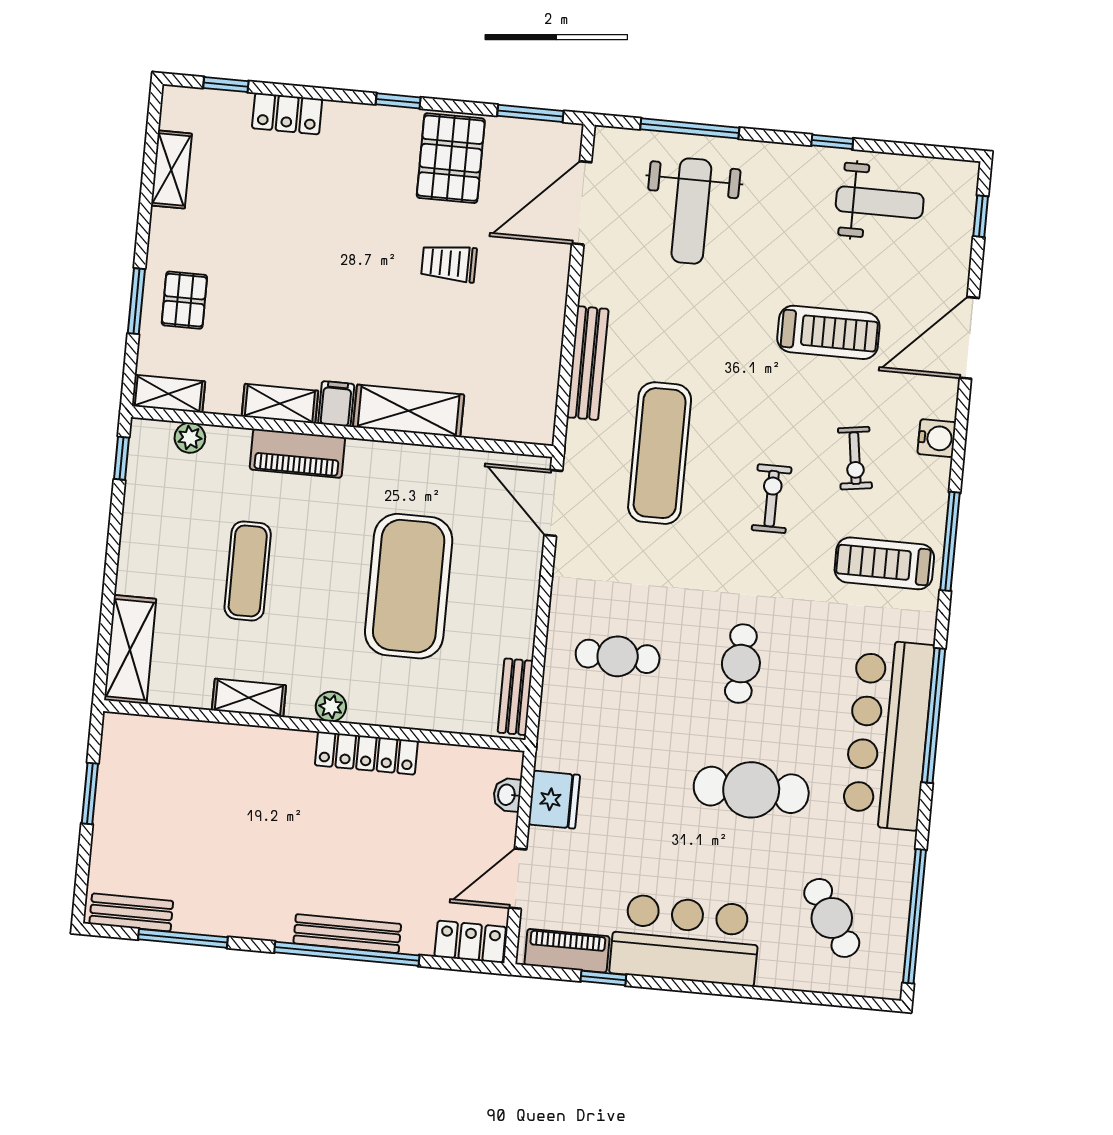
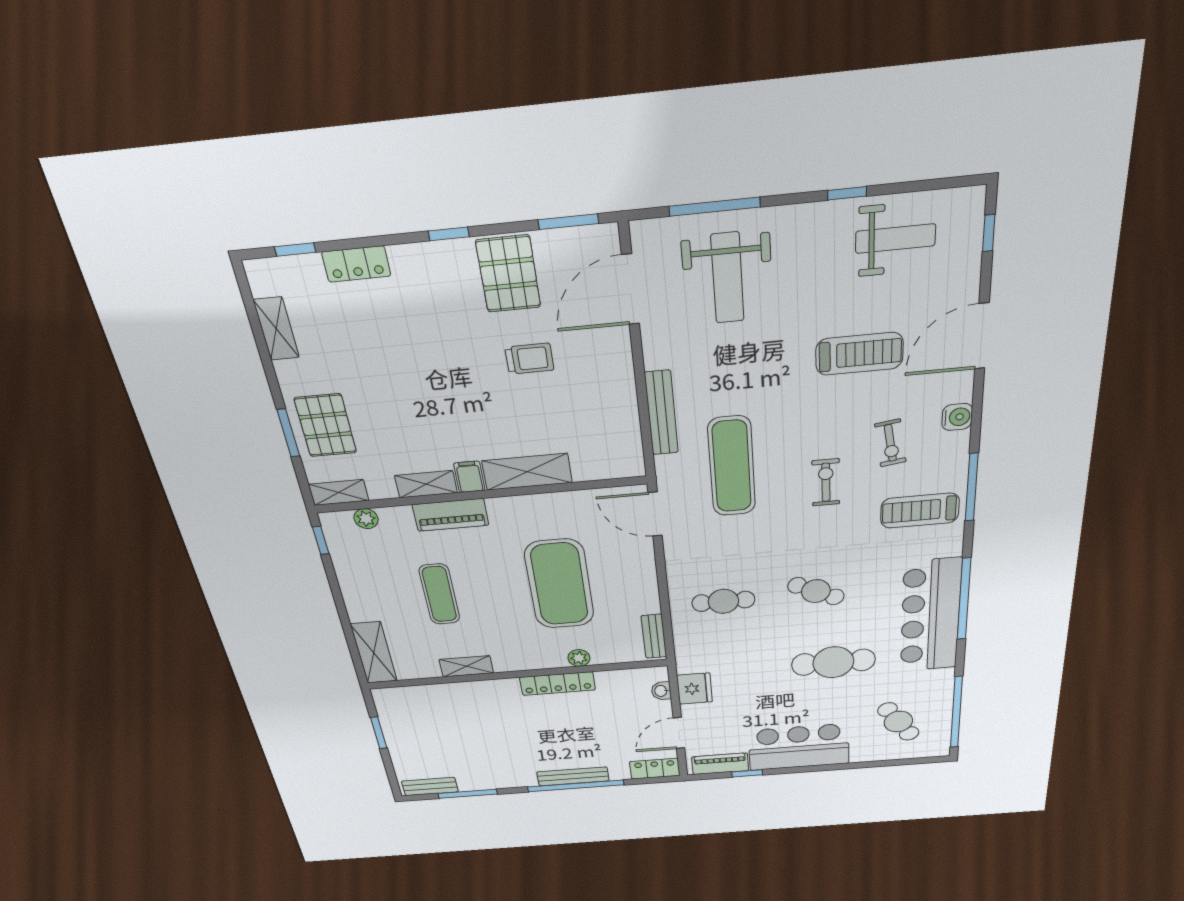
trolley: (449, 263) -> (529, 359), turned 180
pallet: (184, 300) -> (325, 425), width x1.50, depth x1.42
cafe table: (741, 664) -> (816, 591), turned -64
plant: (331, 707) -> (579, 658), moved

